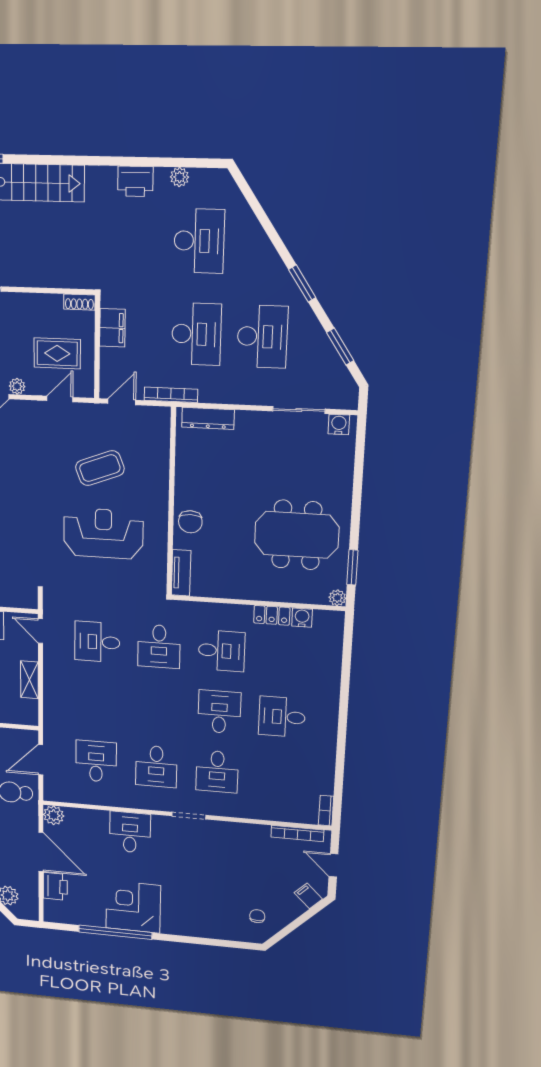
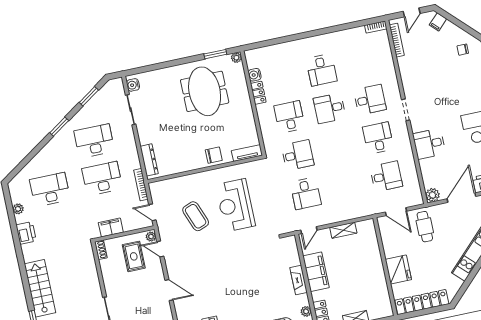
plant: (17, 386) -> (151, 237), moved
desk: (96, 761) -> (386, 176), turned 180
desk: (156, 766) -> (378, 138), turned -90

